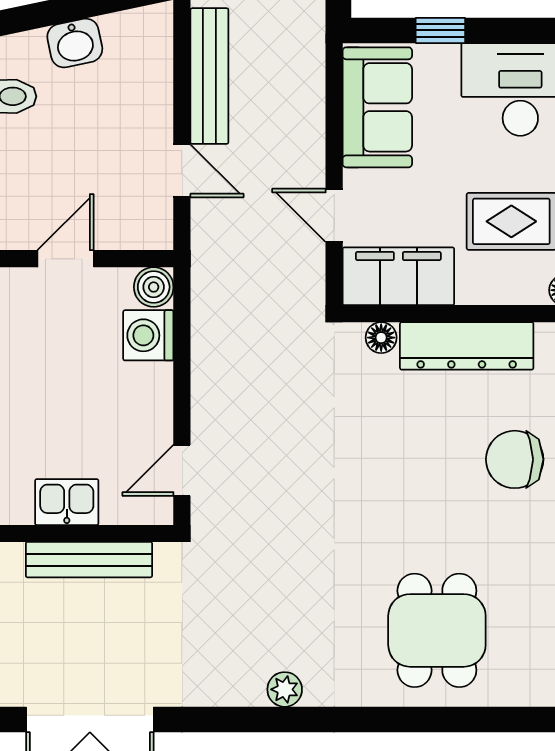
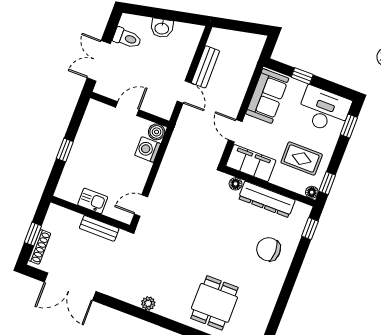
bench: (209, 76) -> (205, 67), width x0.73
bench: (89, 560) -> (99, 228), width x0.73

